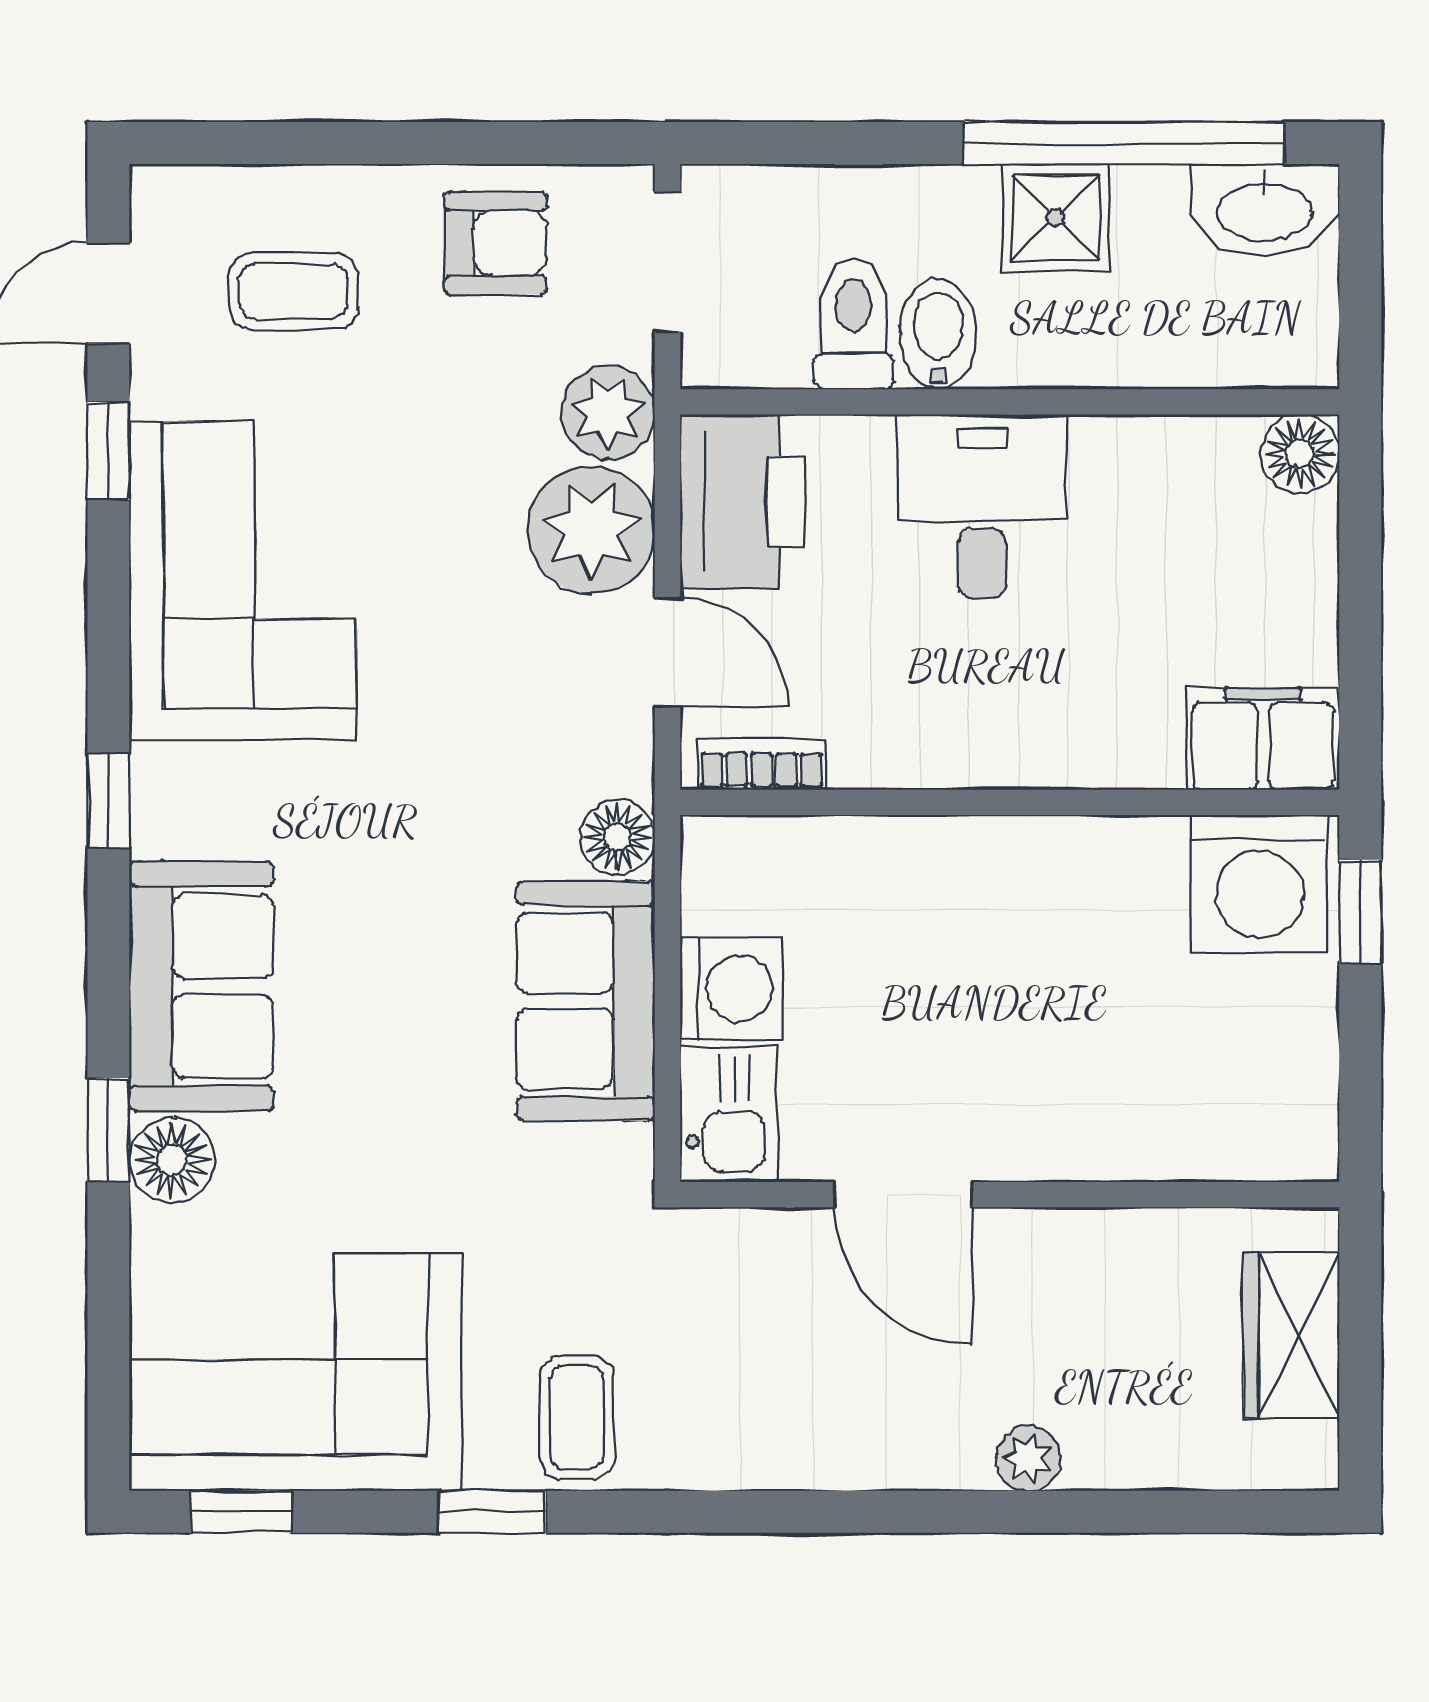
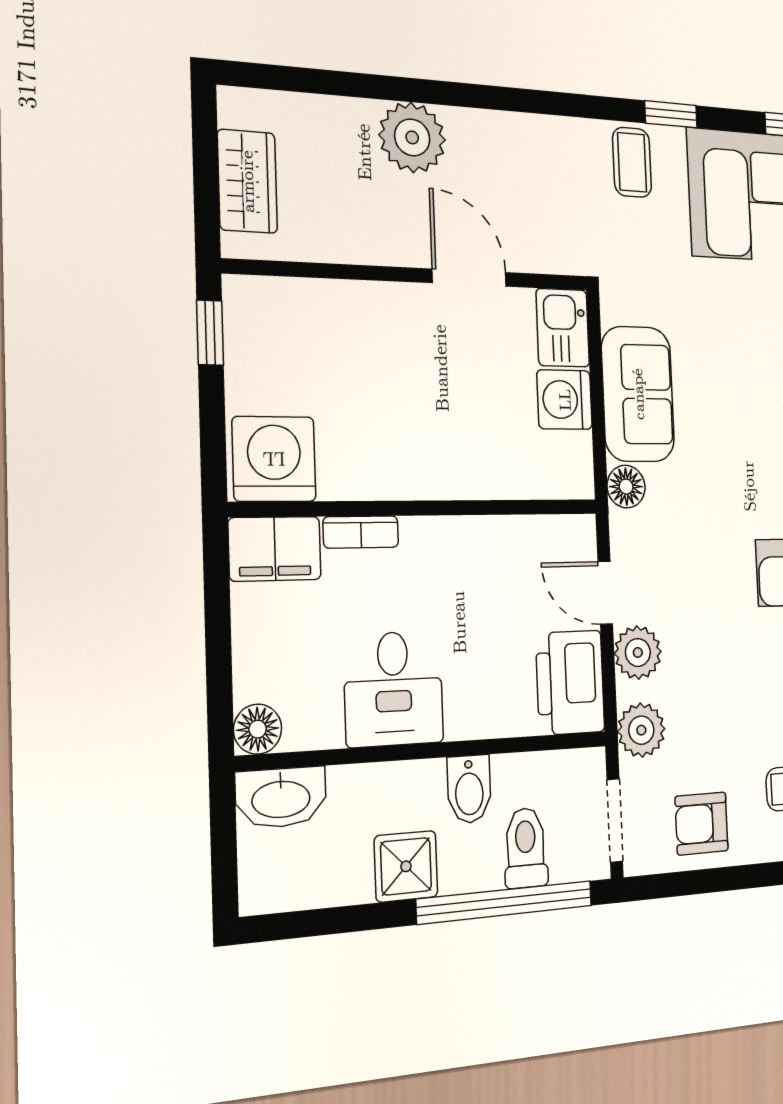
window: (1123, 143) -> (505, 902), moved
washbasin: (1265, 210) -> (281, 798), moved, turned 180
toilet: (854, 324) -> (526, 848), moved, turned 180
desk: (982, 506) -> (393, 689), moved
plant: (591, 530) -> (638, 652), width x0.73, depth x0.73
bookcase: (762, 764) -> (361, 532), moved
window: (1360, 912) -> (210, 333), moved
plant: (1028, 1458) -> (412, 137), width x1.88, depth x1.88

